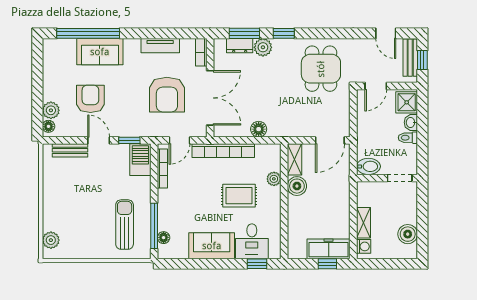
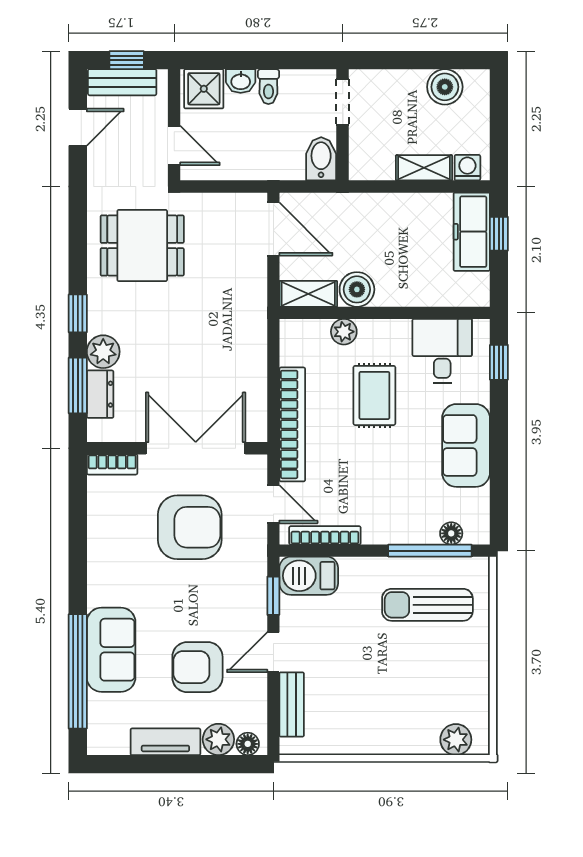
tv unit: (160, 46) -> (165, 742), moved, turned -90
floor lamp: (259, 129) -> (253, 360), removed
desk: (252, 241) -> (442, 351), moved, turned -90

